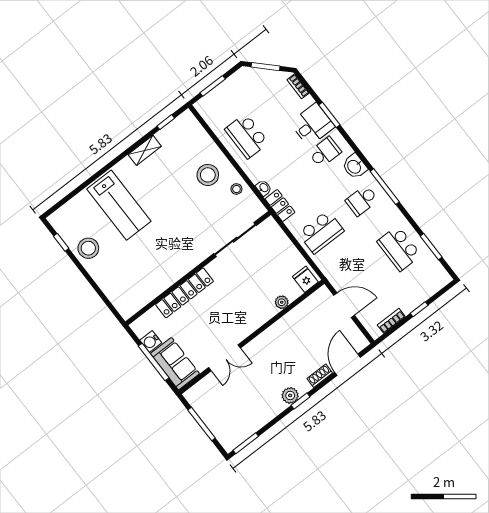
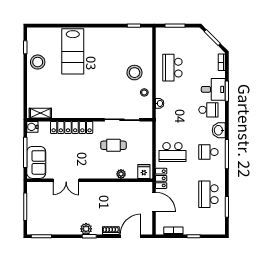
shelving: (145, 150) -> (40, 113), moved
locker: (280, 205) -> (161, 178), moved
cafe table: (248, 276) -> (114, 145), added
water cooler: (151, 341) -> (32, 127), moved

